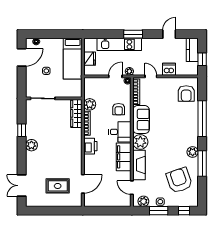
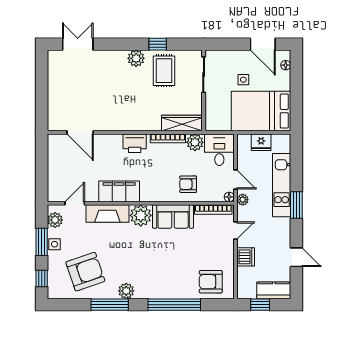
bed: (73, 59) -> (261, 111), width x1.50
desk: (120, 132) -> (219, 150), moved, turned 180
rug: (58, 186) -> (164, 71), moved

